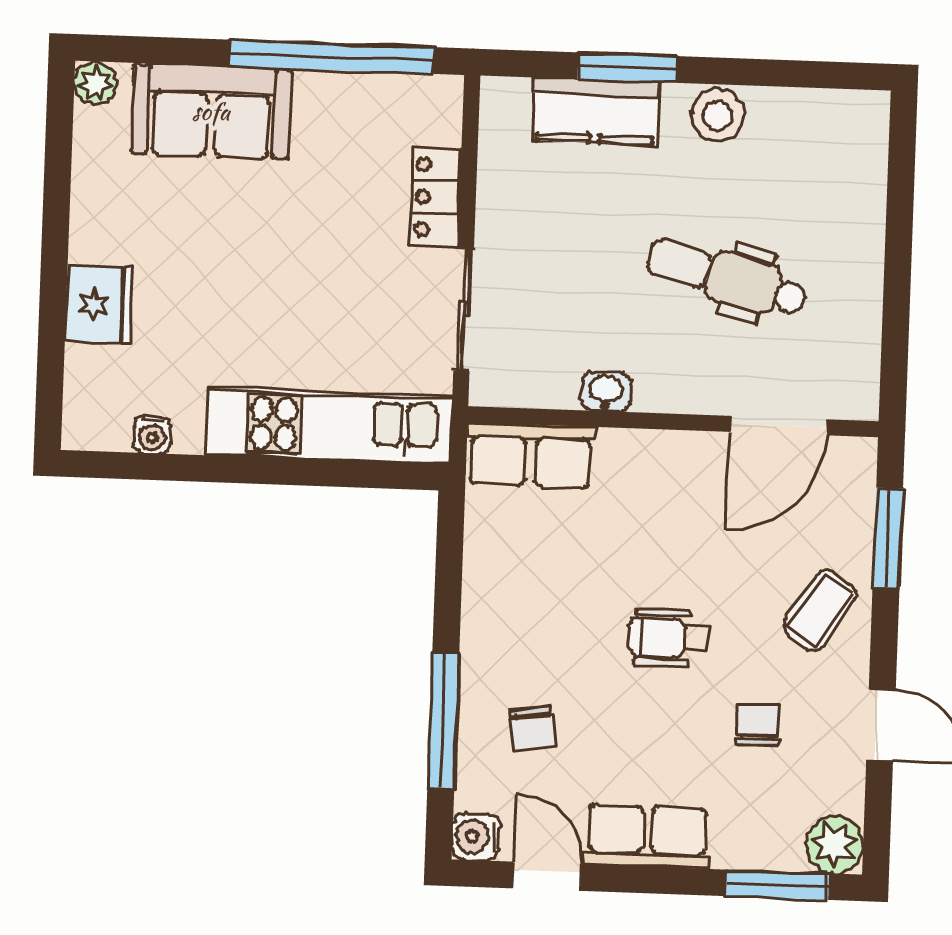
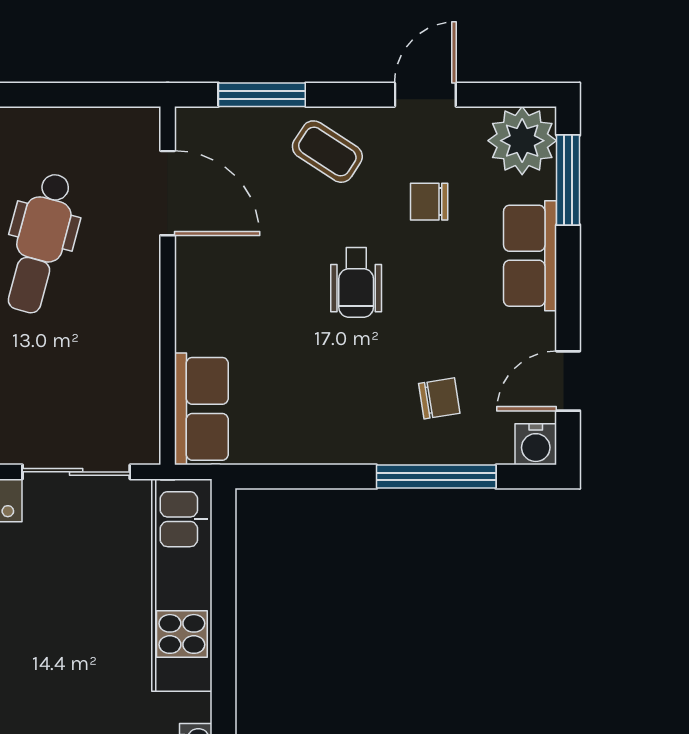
washbasin: (606, 392) -> (143, 345), removed
row of seats: (647, 836) -> (530, 256), moved
plant: (834, 845) -> (522, 141), width x1.36, depth x1.36

